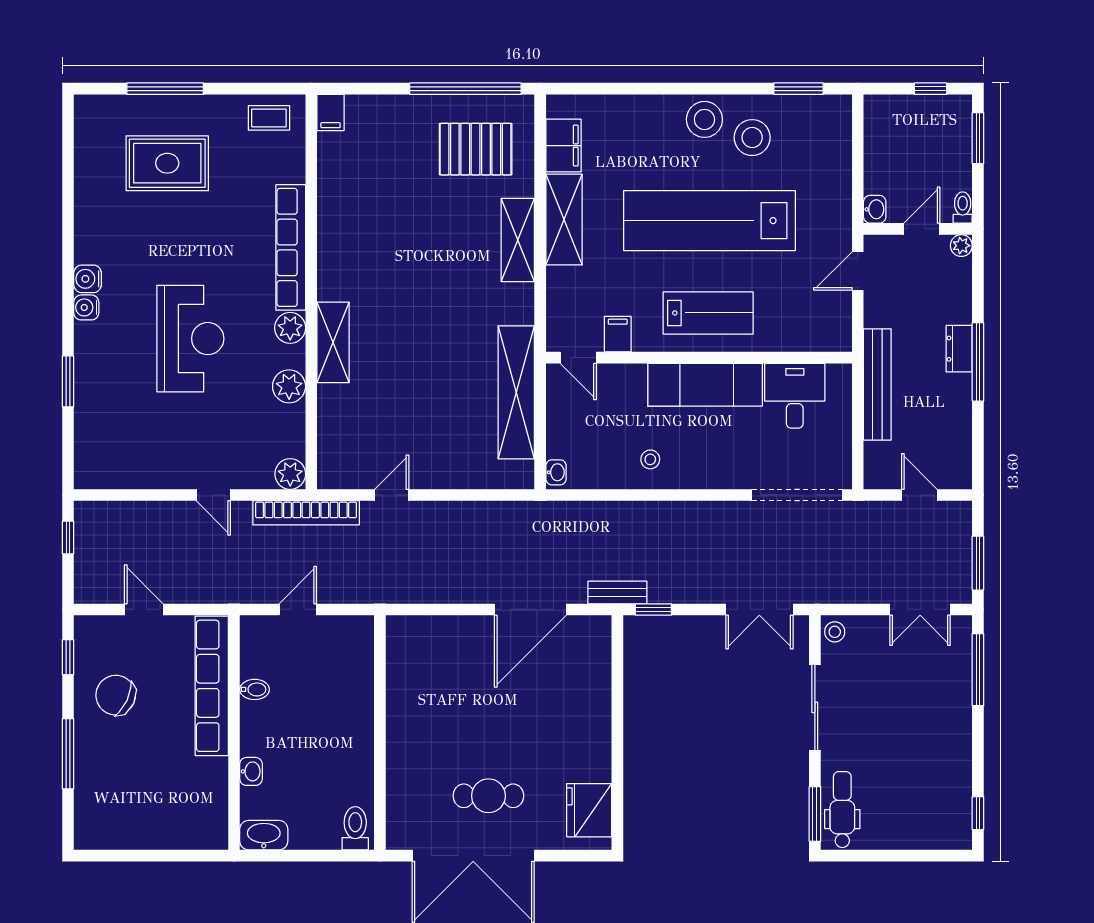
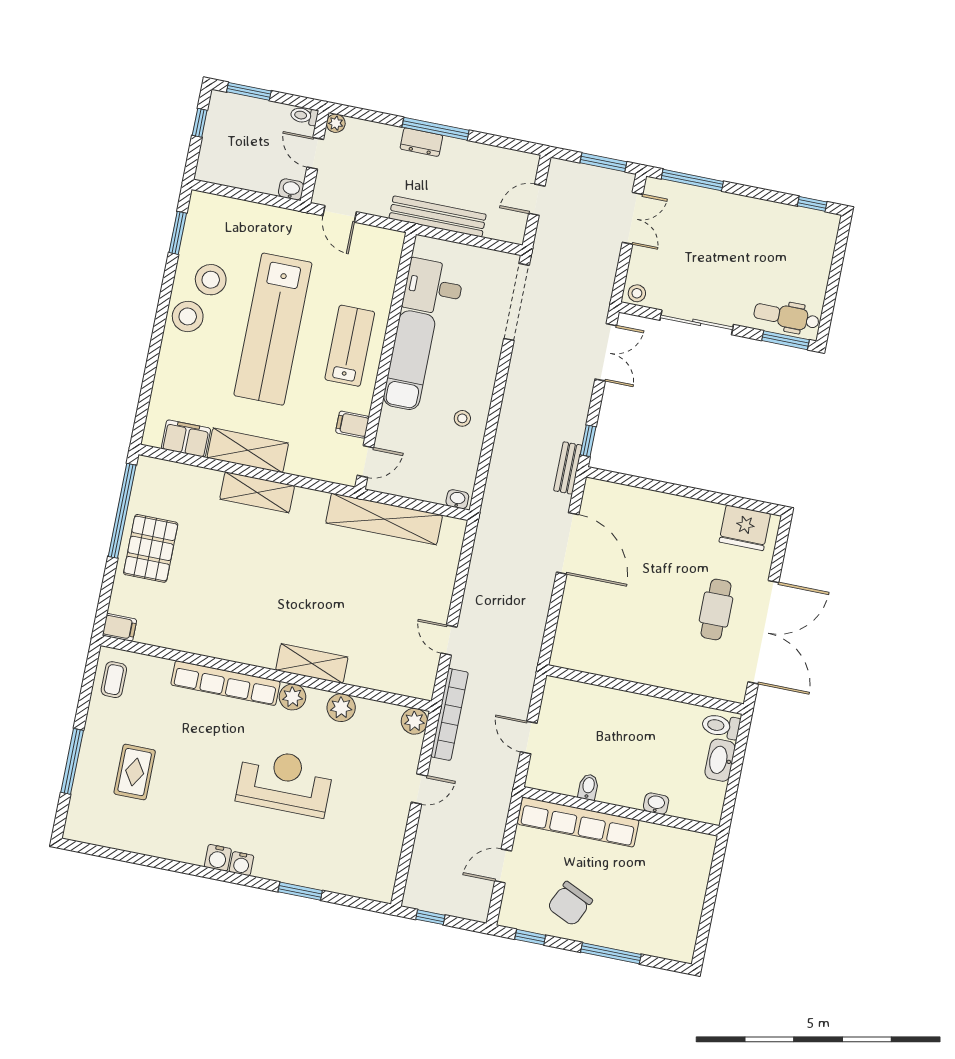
pallet: (476, 149) -> (151, 548), moved
rug: (167, 163) -> (135, 772), width x0.73, depth x0.70
washbasin: (264, 835) -> (720, 760), moved

